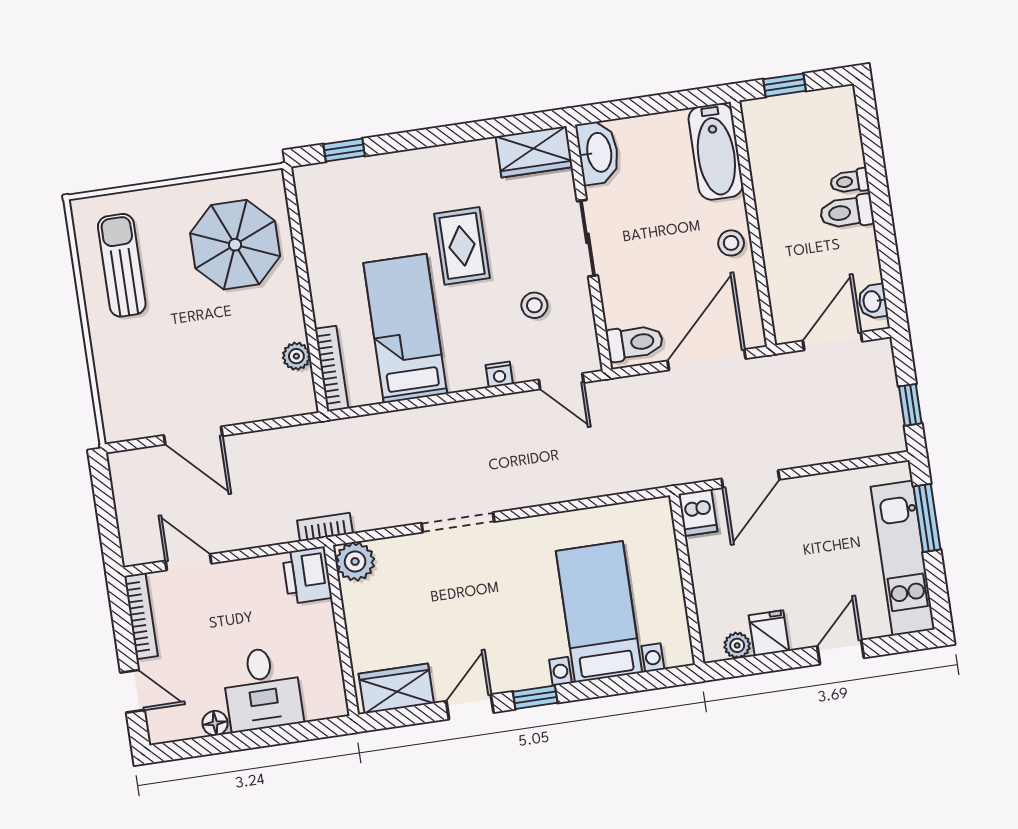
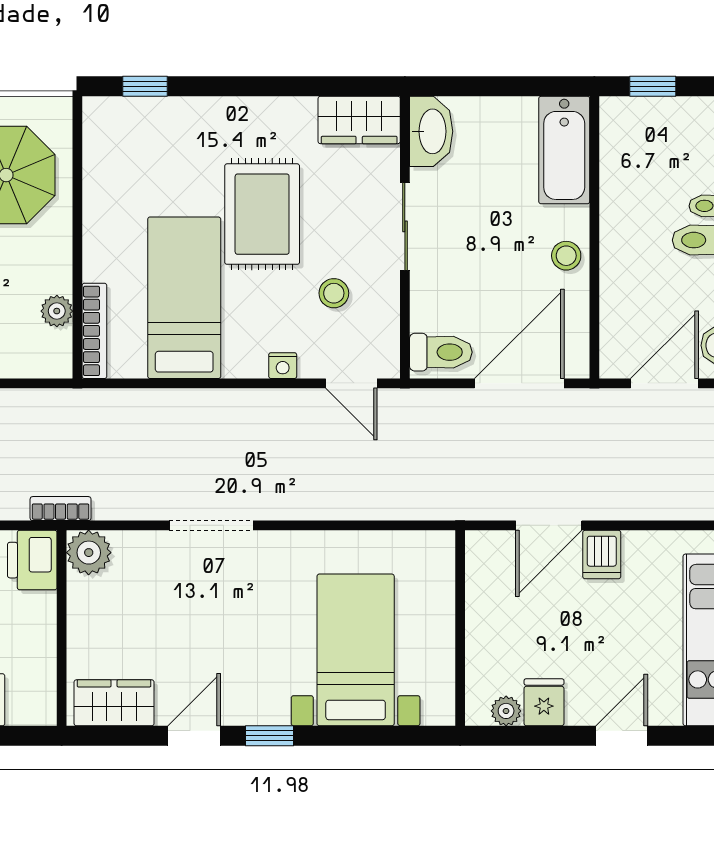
rug: (462, 246) -> (262, 214), width x1.36, depth x1.43
dishwasher: (698, 513) -> (602, 555), moved

